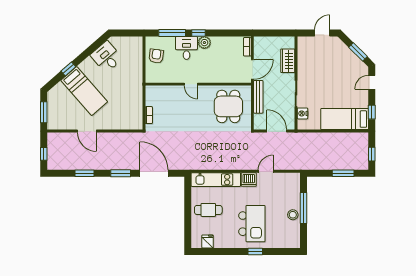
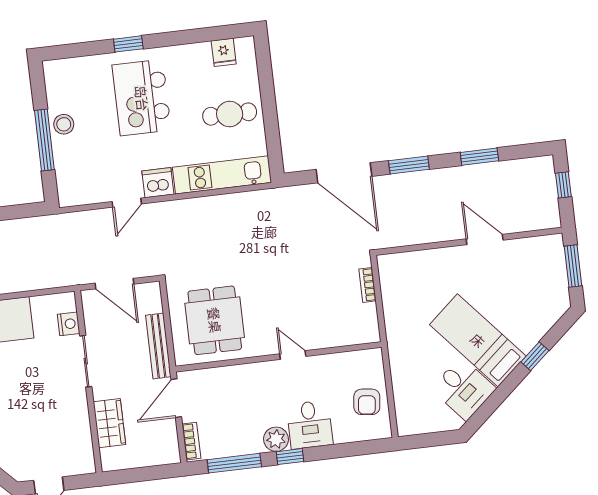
window: (172, 33) -> (234, 463), moved
bed: (84, 91) -> (478, 340), moved

